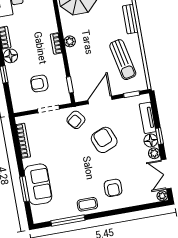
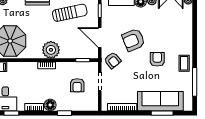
plant: (70, 41) -> (51, 50), width x1.88, depth x1.88
sofa: (38, 184) -> (160, 101), width x1.36
armchair: (113, 188) -> (157, 59), moved, turned -90

